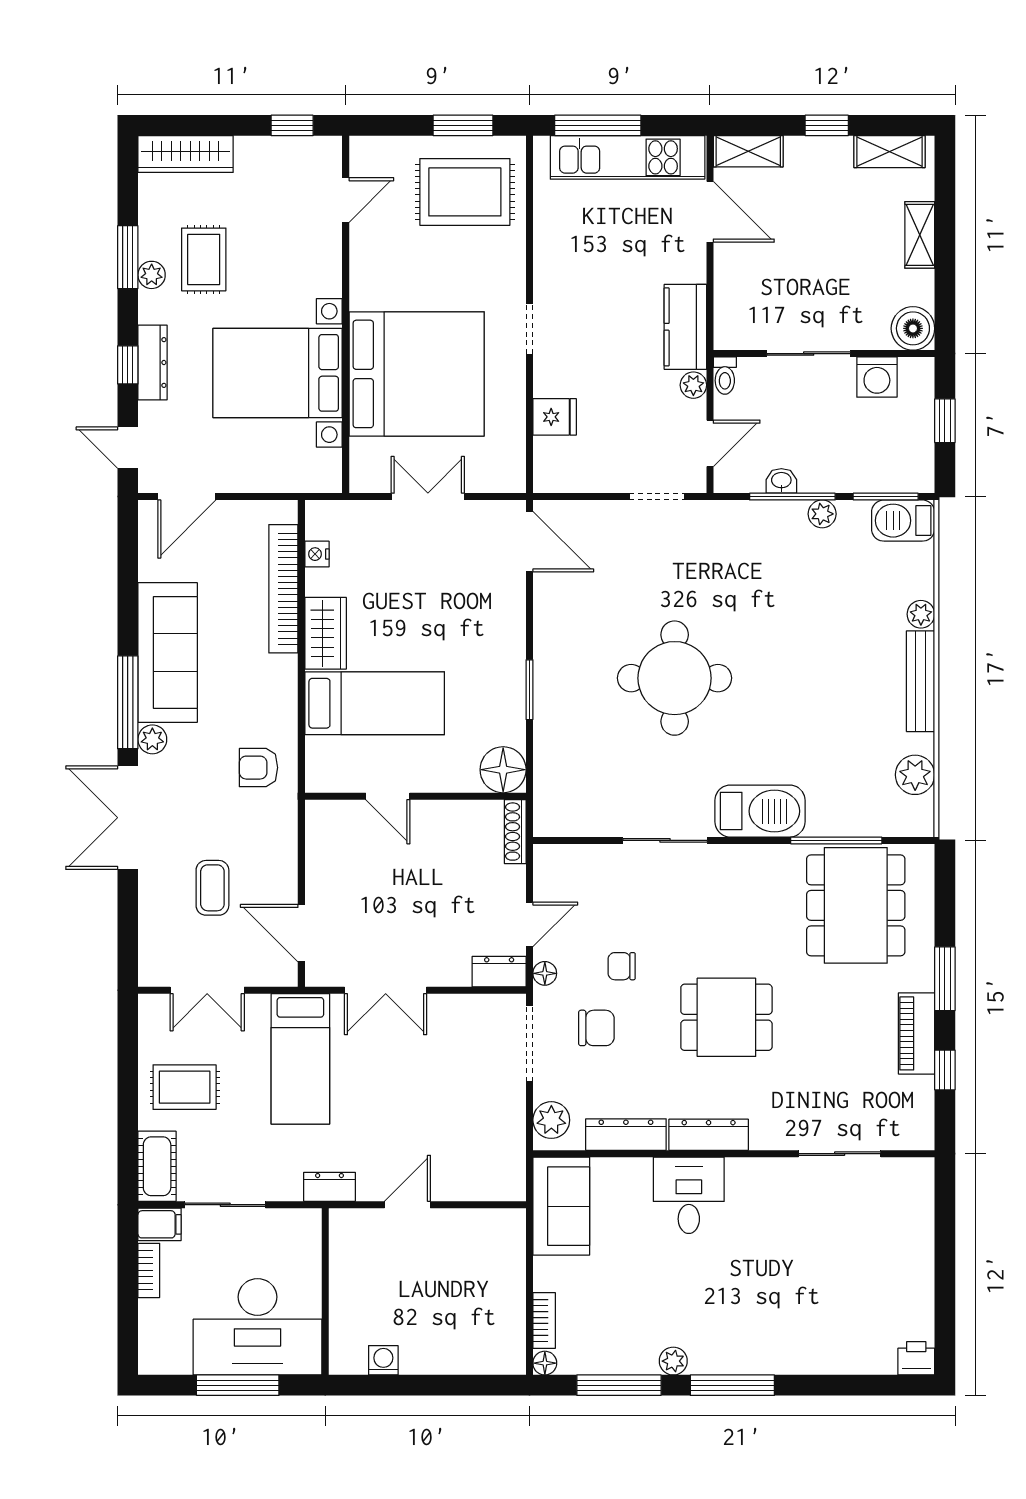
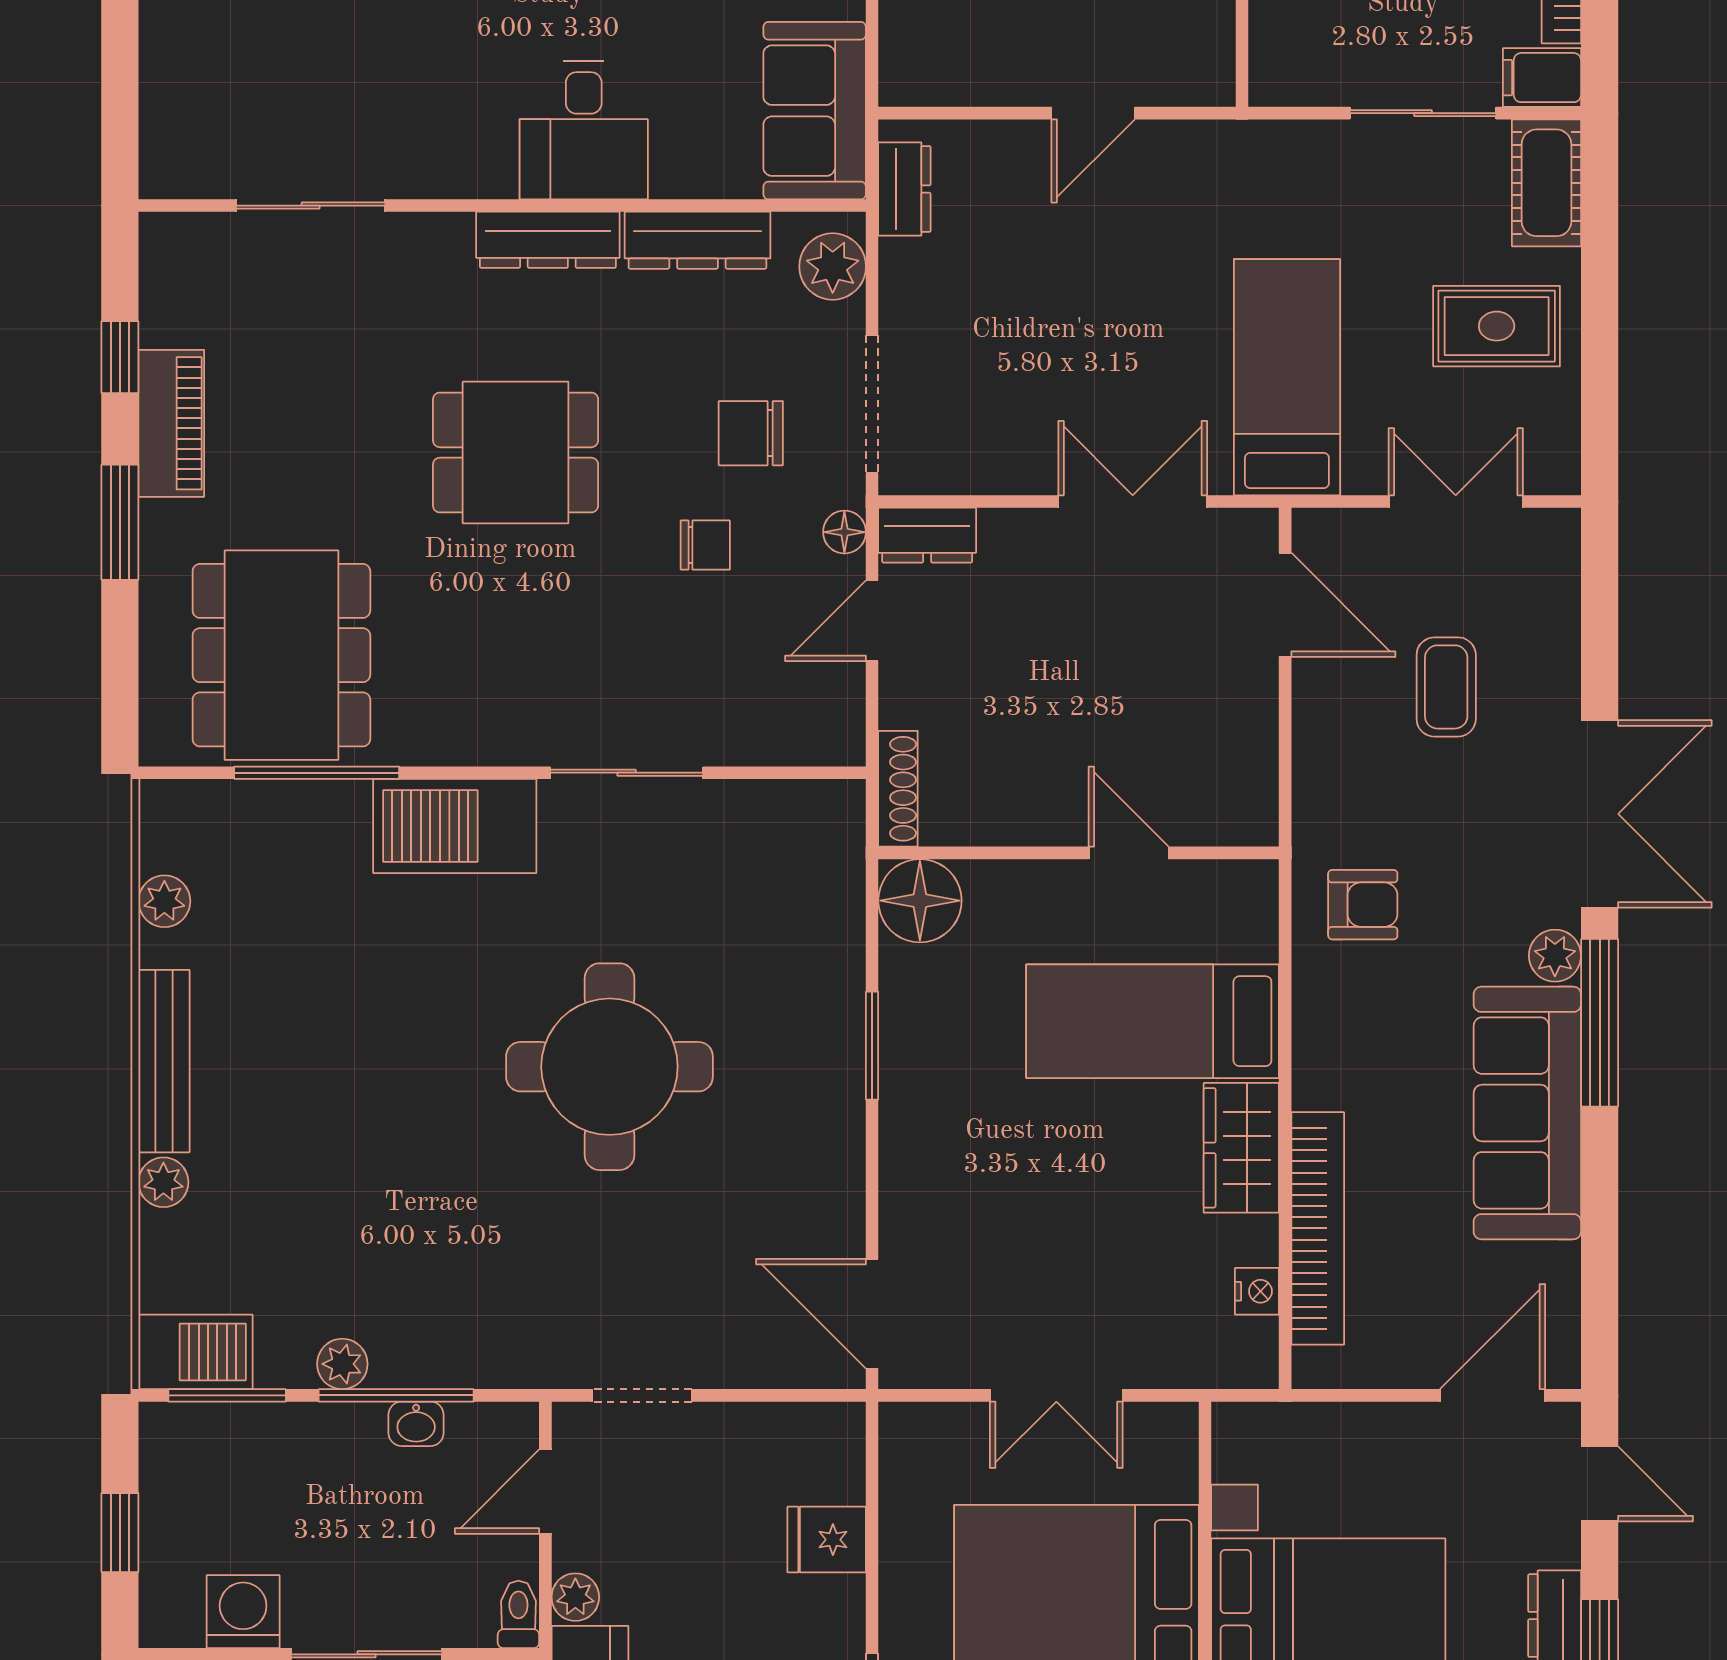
plant: (915, 775) -> (164, 901), width x0.73, depth x0.73
dresser: (330, 1187) -> (904, 189), moved, turned -90

